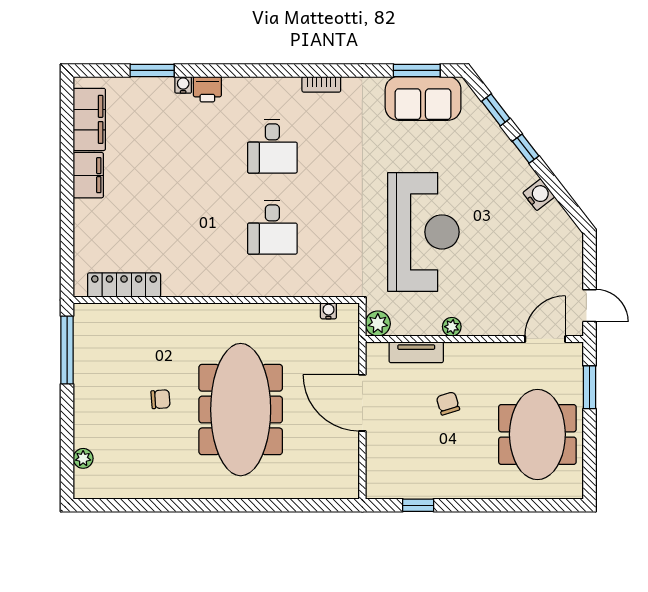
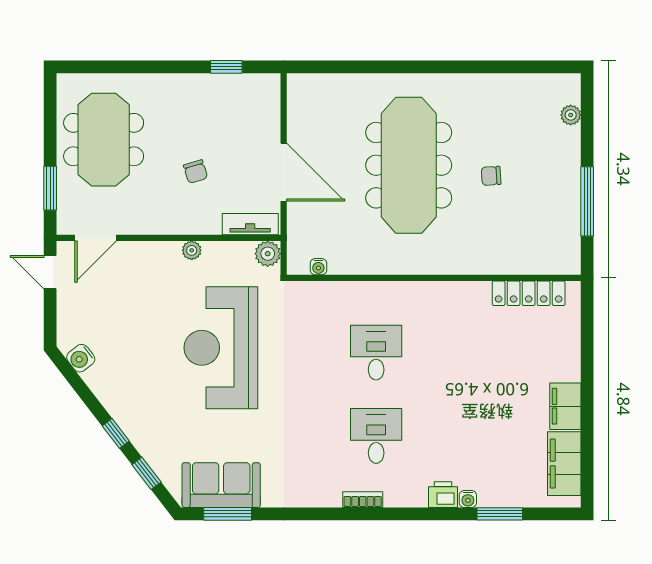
bookcase: (321, 84) -> (363, 500), moved
water cooler: (539, 195) -> (81, 358), moved
window: (67, 350) -> (587, 201), moved
tv unit: (416, 352) -> (250, 224), moved

